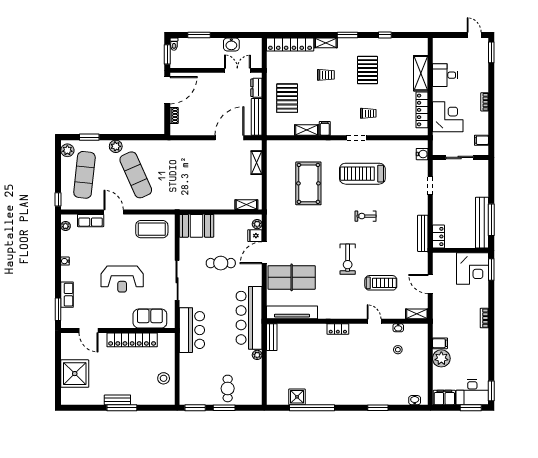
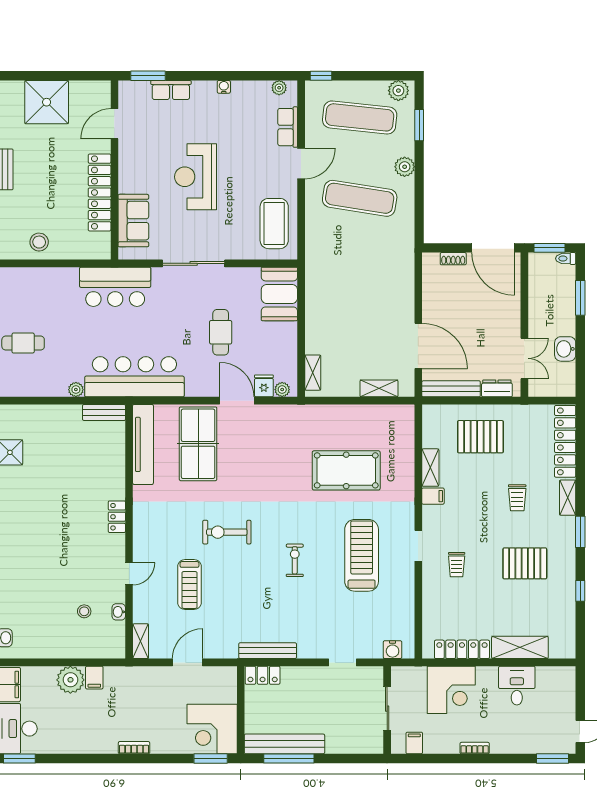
exercise mat: (136, 175) -> (360, 198), turned 33

